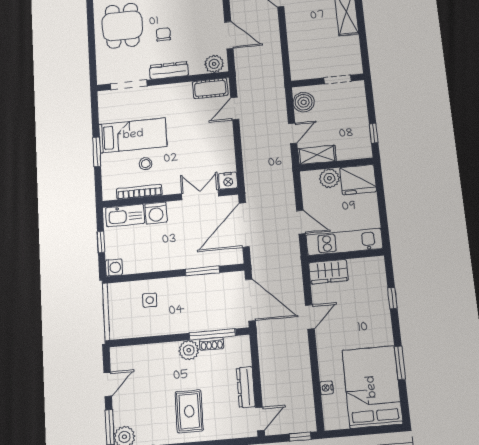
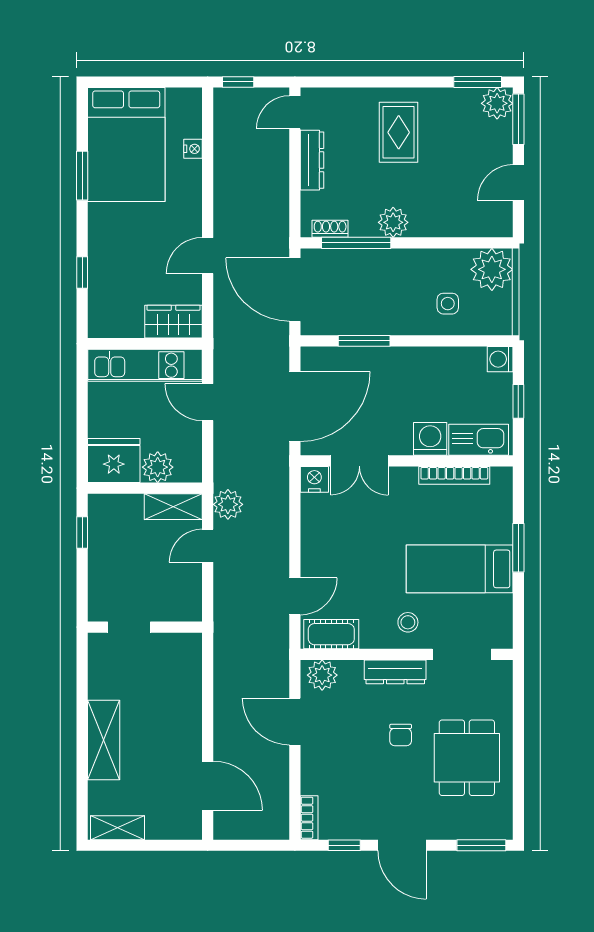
boiler: (304, 102) -> (186, 595), removed
plant: (282, 160) -> (228, 504), added
stool: (146, 164) -> (408, 622), moved
plant: (122, 325) -> (492, 269), added
shoe rack: (212, 344) -> (330, 229), moved

